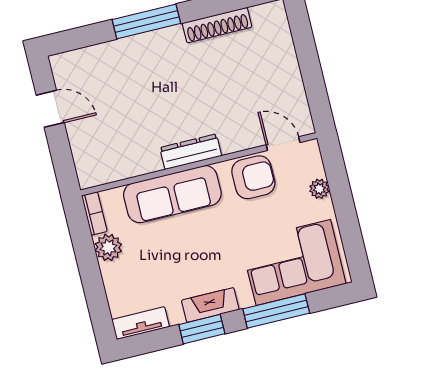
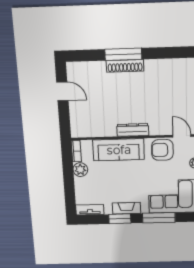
shoe rack: (217, 25) -> (125, 66), moved
armchair: (253, 177) -> (162, 150), turned 180

